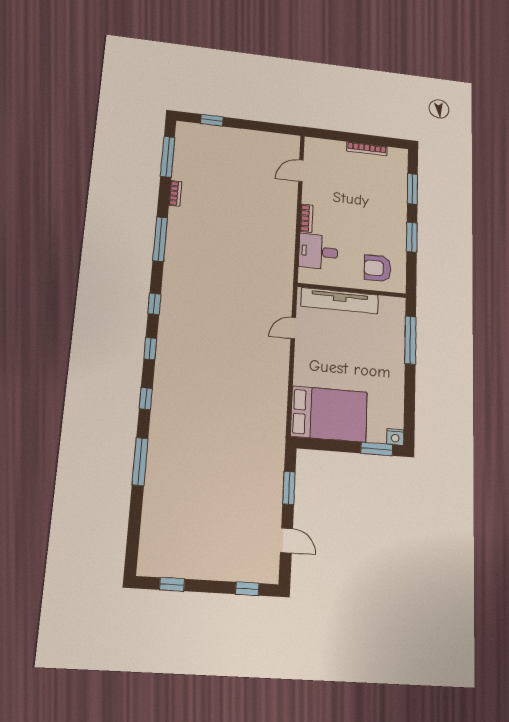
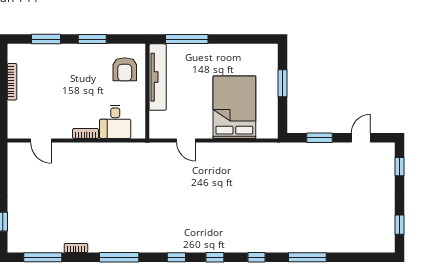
tv unit: (340, 301) -> (158, 77), moved
bed: (329, 414) -> (234, 107), moved
nightstand: (395, 437) -> (271, 51), removed
window: (377, 449) -> (282, 83), moved

